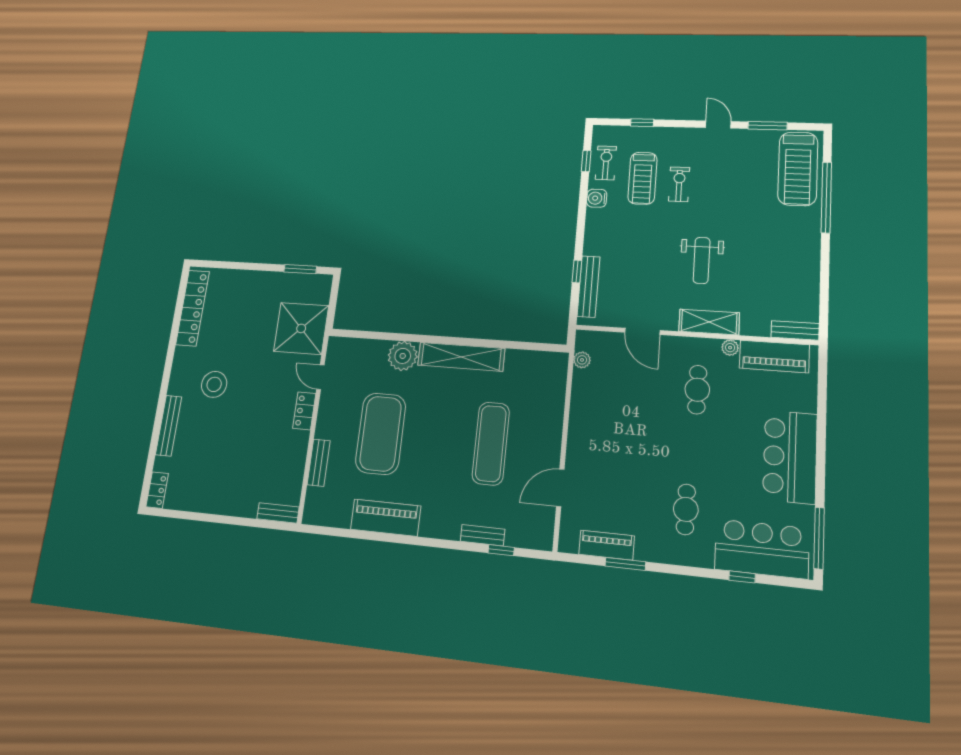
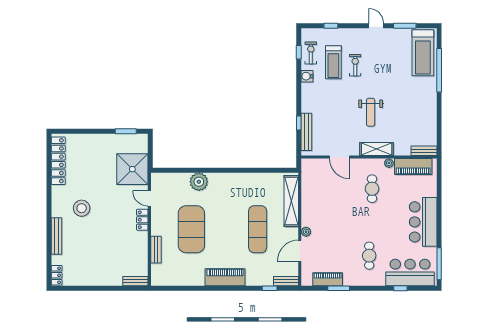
shelving: (461, 357) -> (291, 201), moved, turned 90
plant: (582, 360) -> (306, 232), moved
piano: (386, 518) -> (225, 277), moved
bench: (483, 535) -> (286, 281), moved

